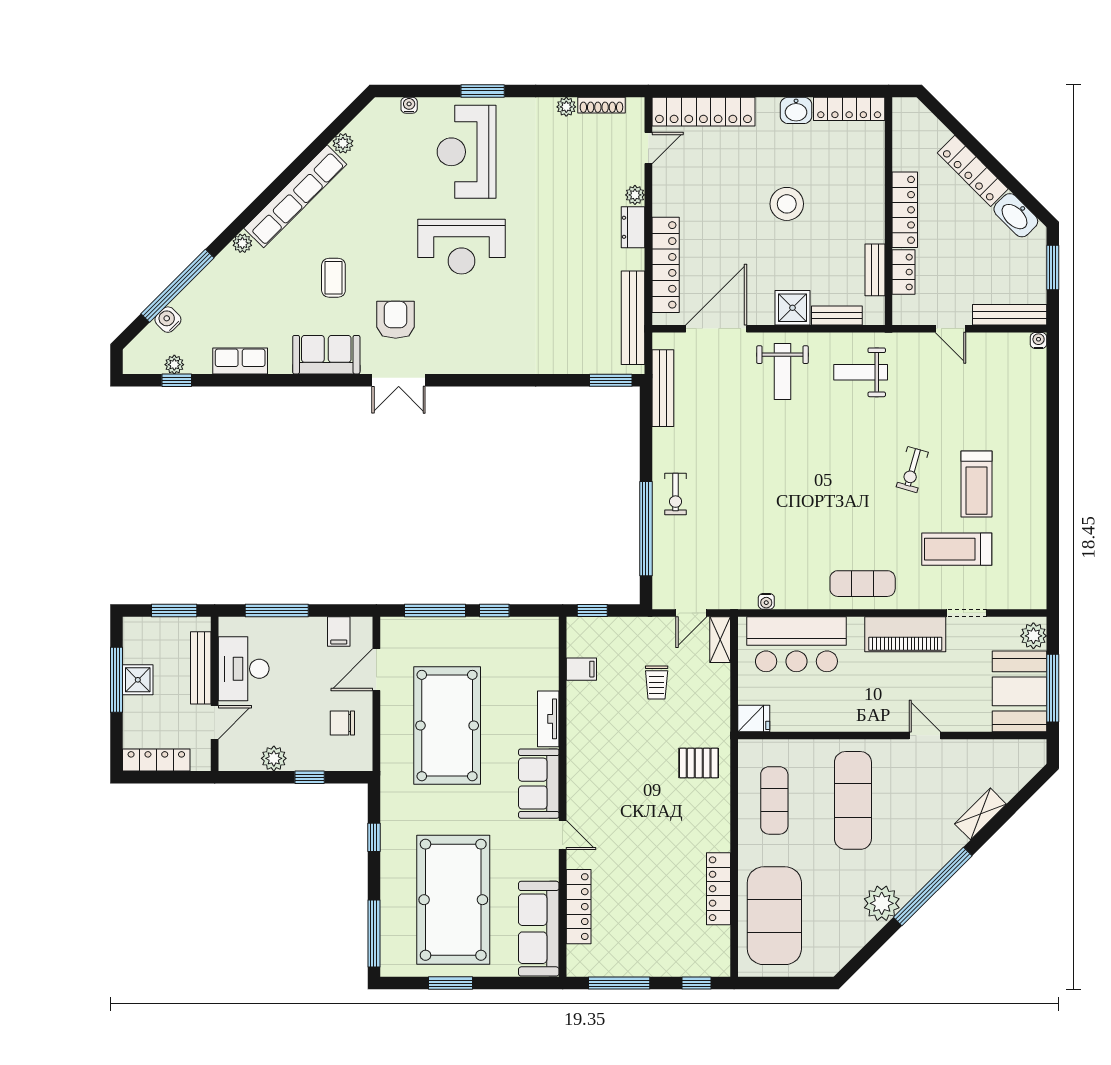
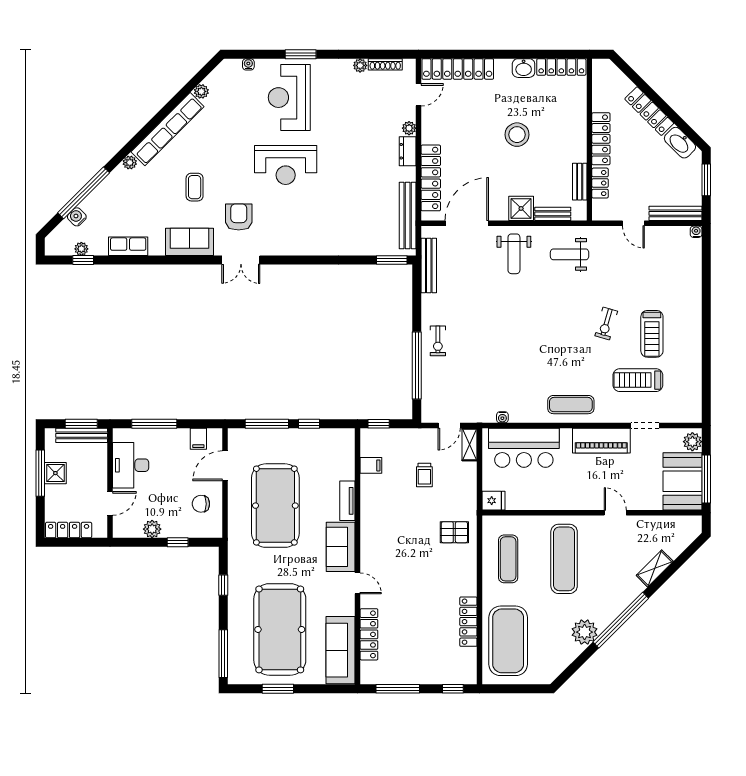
bench: (201, 668) -> (82, 435), moved, turned 90

